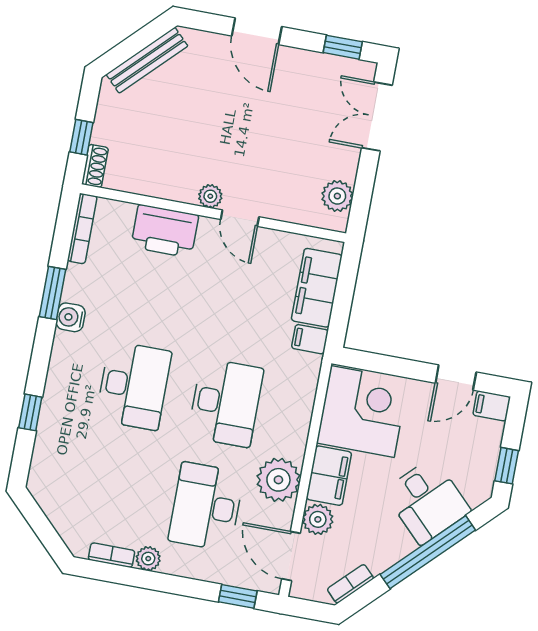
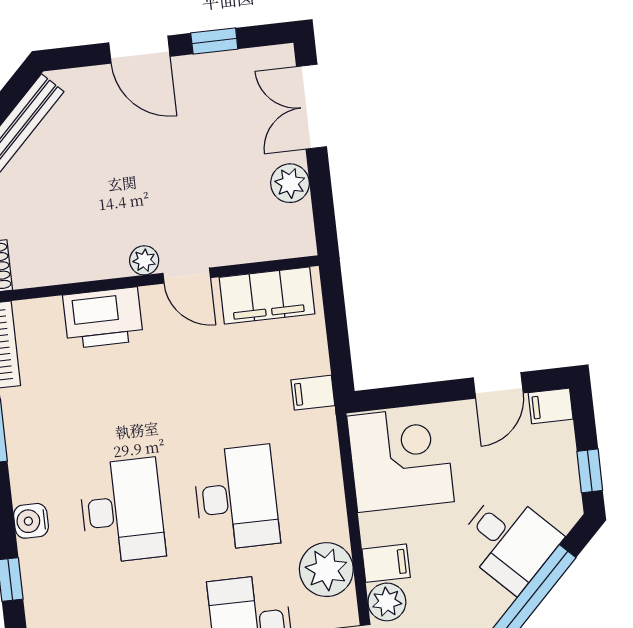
window: (343, 47) -> (214, 41), moved
plant: (337, 196) -> (290, 183), moved
filing cabinet: (317, 288) -> (267, 296), moved, turned -90
water cooler: (71, 317) -> (31, 521), moved
filing cabinet: (329, 476) -> (386, 563), width x0.50

